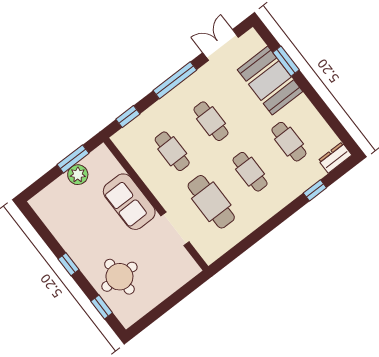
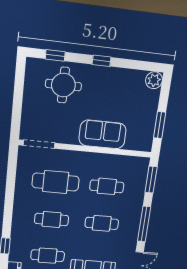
window: (128, 117) -> (151, 180), width x1.50
plant: (78, 175) -> (154, 80), moved
doorway: (175, 229) -> (39, 144), moved

